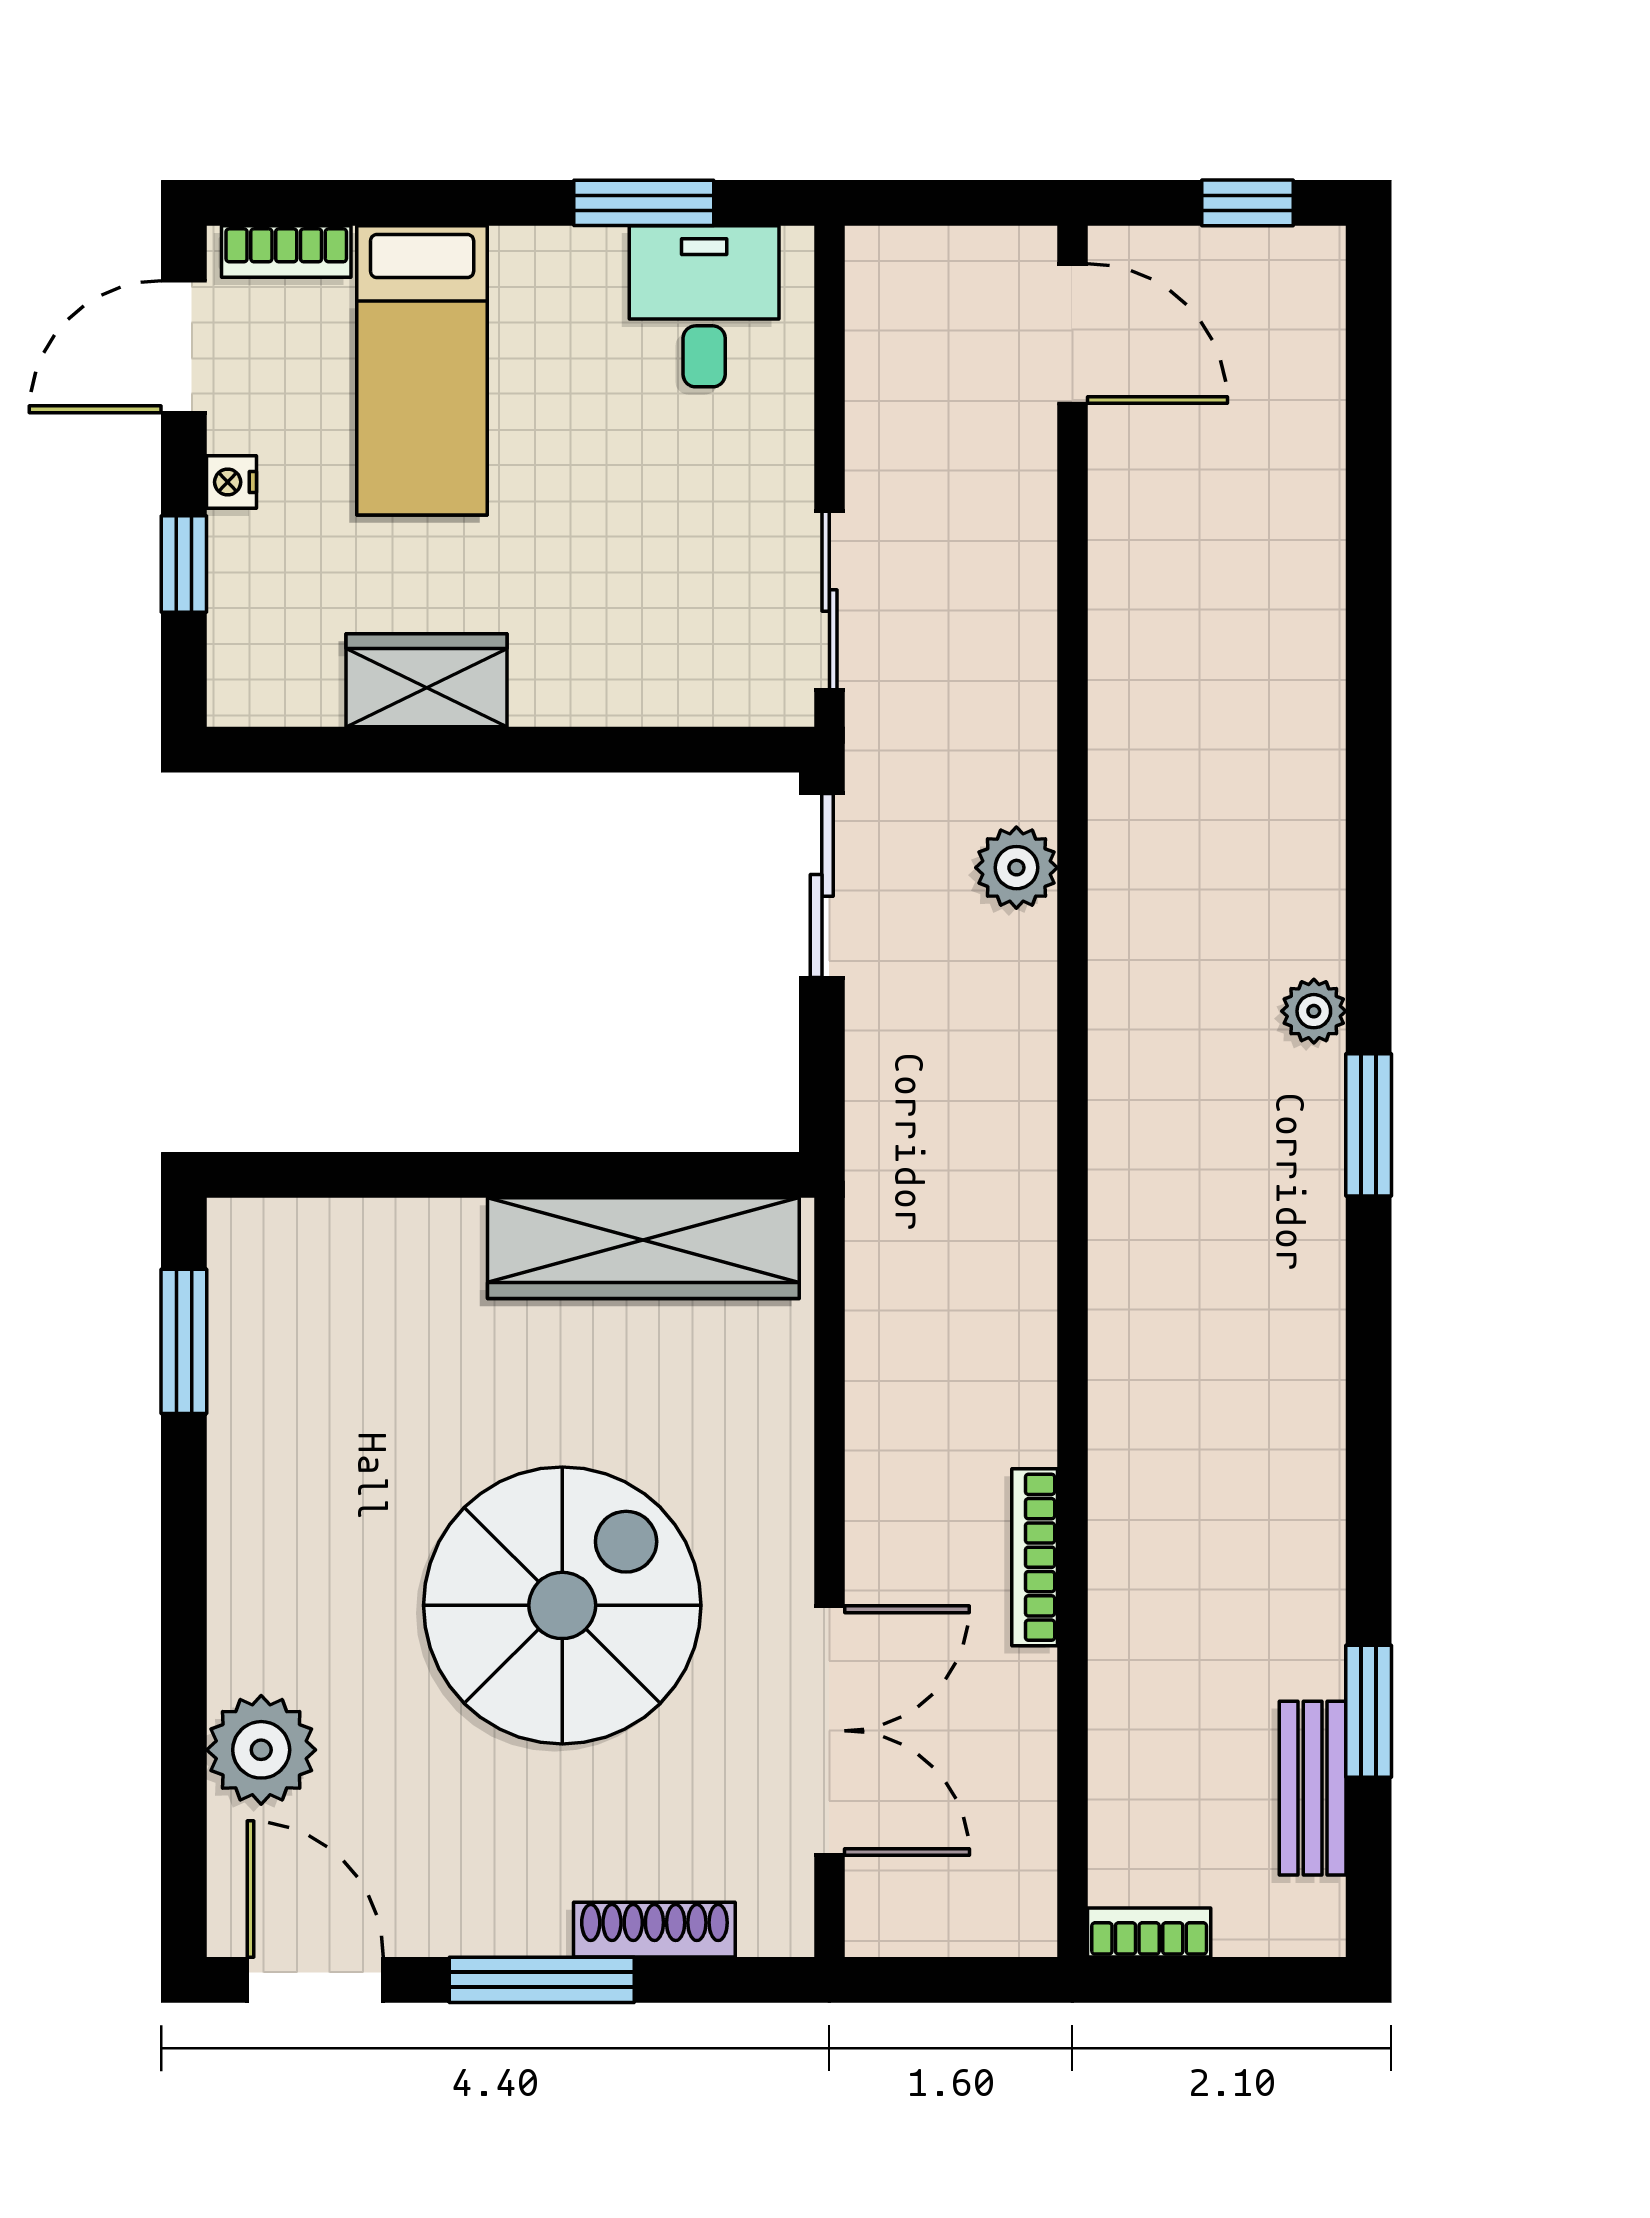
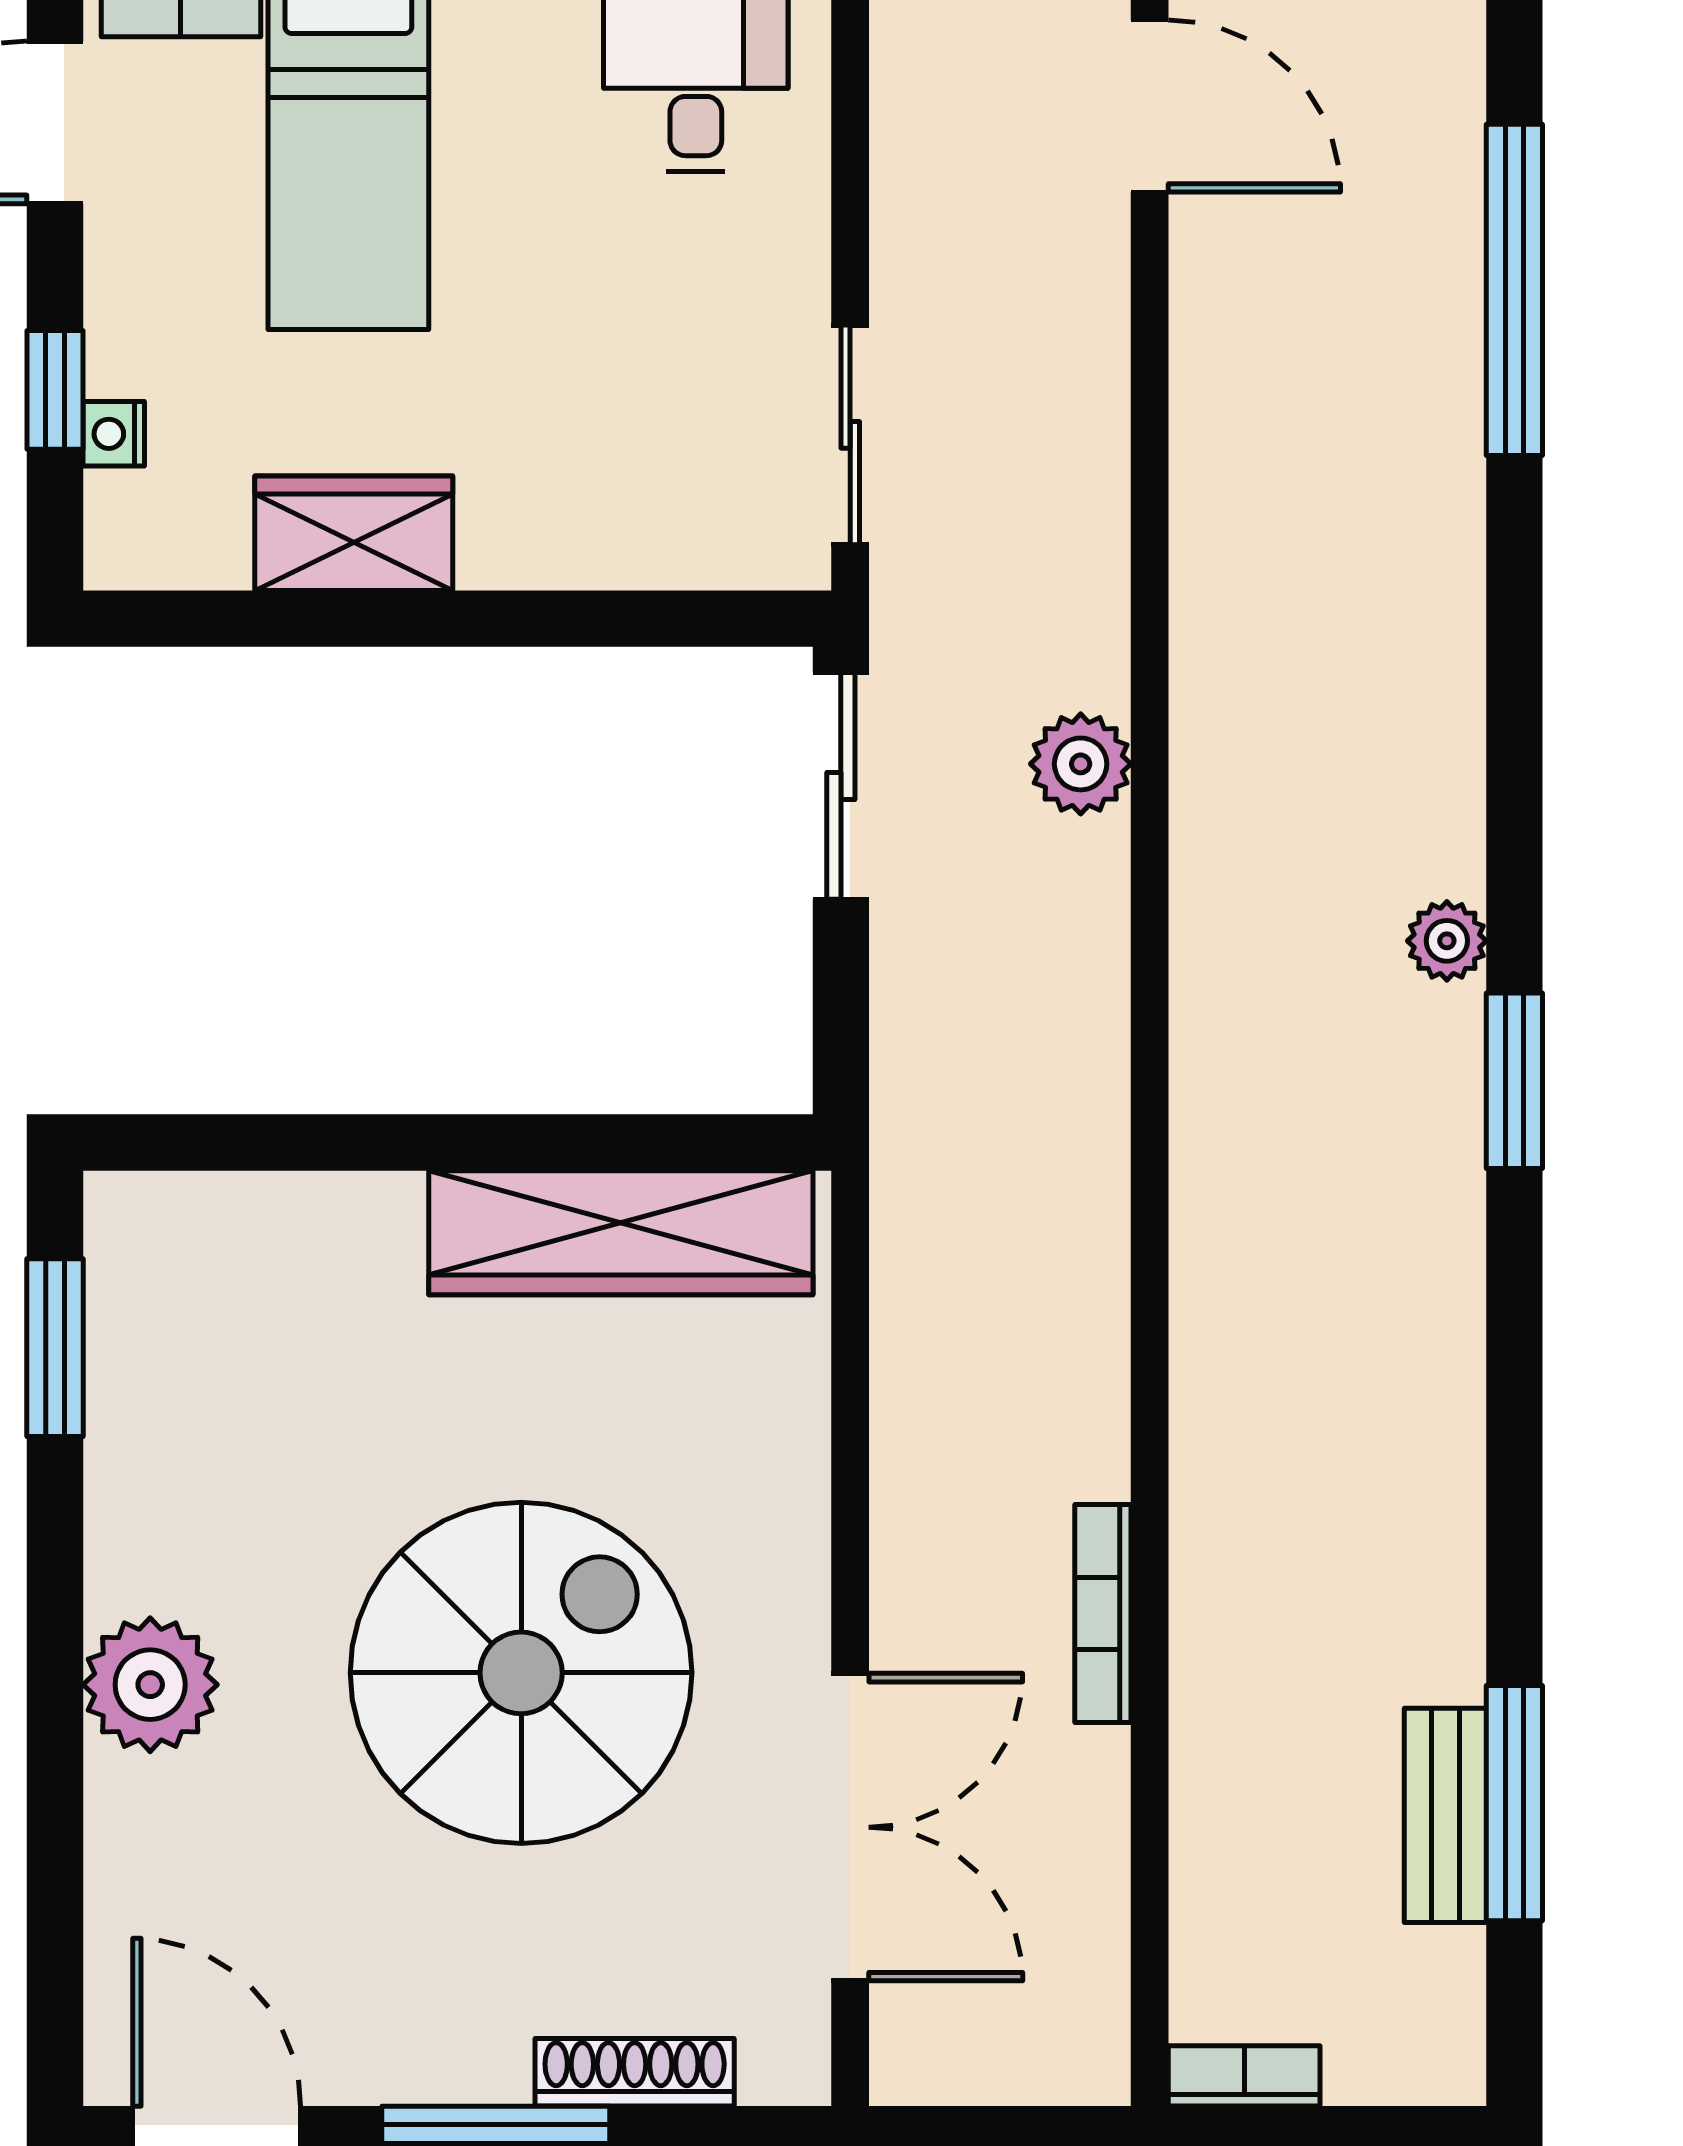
nightstand: (232, 482) -> (114, 434), moved
window: (1369, 483) -> (1514, 290), added
window: (1369, 1711) -> (1514, 1803), width x1.44
plant: (261, 1750) -> (150, 1685), moved
bench: (1313, 1788) -> (1445, 1815), moved

